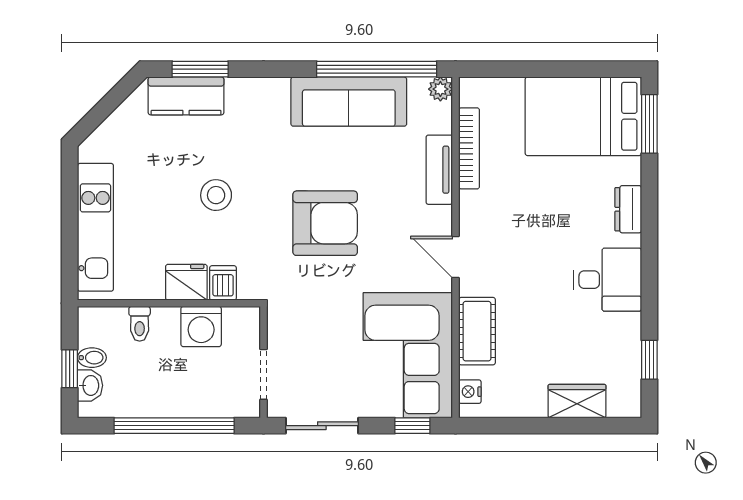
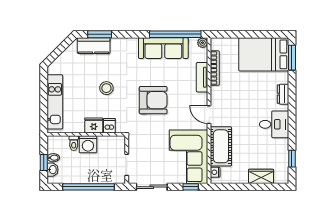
washing machine: (201, 326) -> (88, 144), moved
cot: (477, 331) -> (221, 146), width x1.37, depth x1.34

